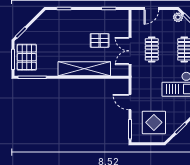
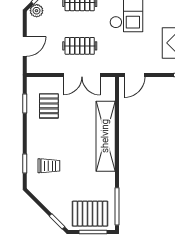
door: (151, 8) -> (25, 46), hinge flipped
trolley: (62, 26) -> (49, 166), added
pallet: (100, 40) -> (49, 106), moved
door: (130, 102) -> (134, 75), moved

